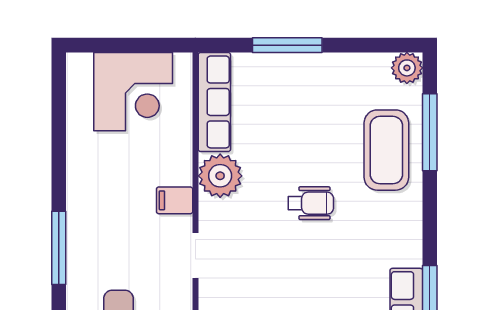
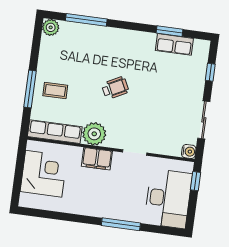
coffee table: (386, 150) -> (55, 91), moved, width x0.54, depth x0.58
filing cabinet: (175, 200) -> (97, 159), width x2.00
wheelchair: (311, 203) -> (115, 88), turned 63

